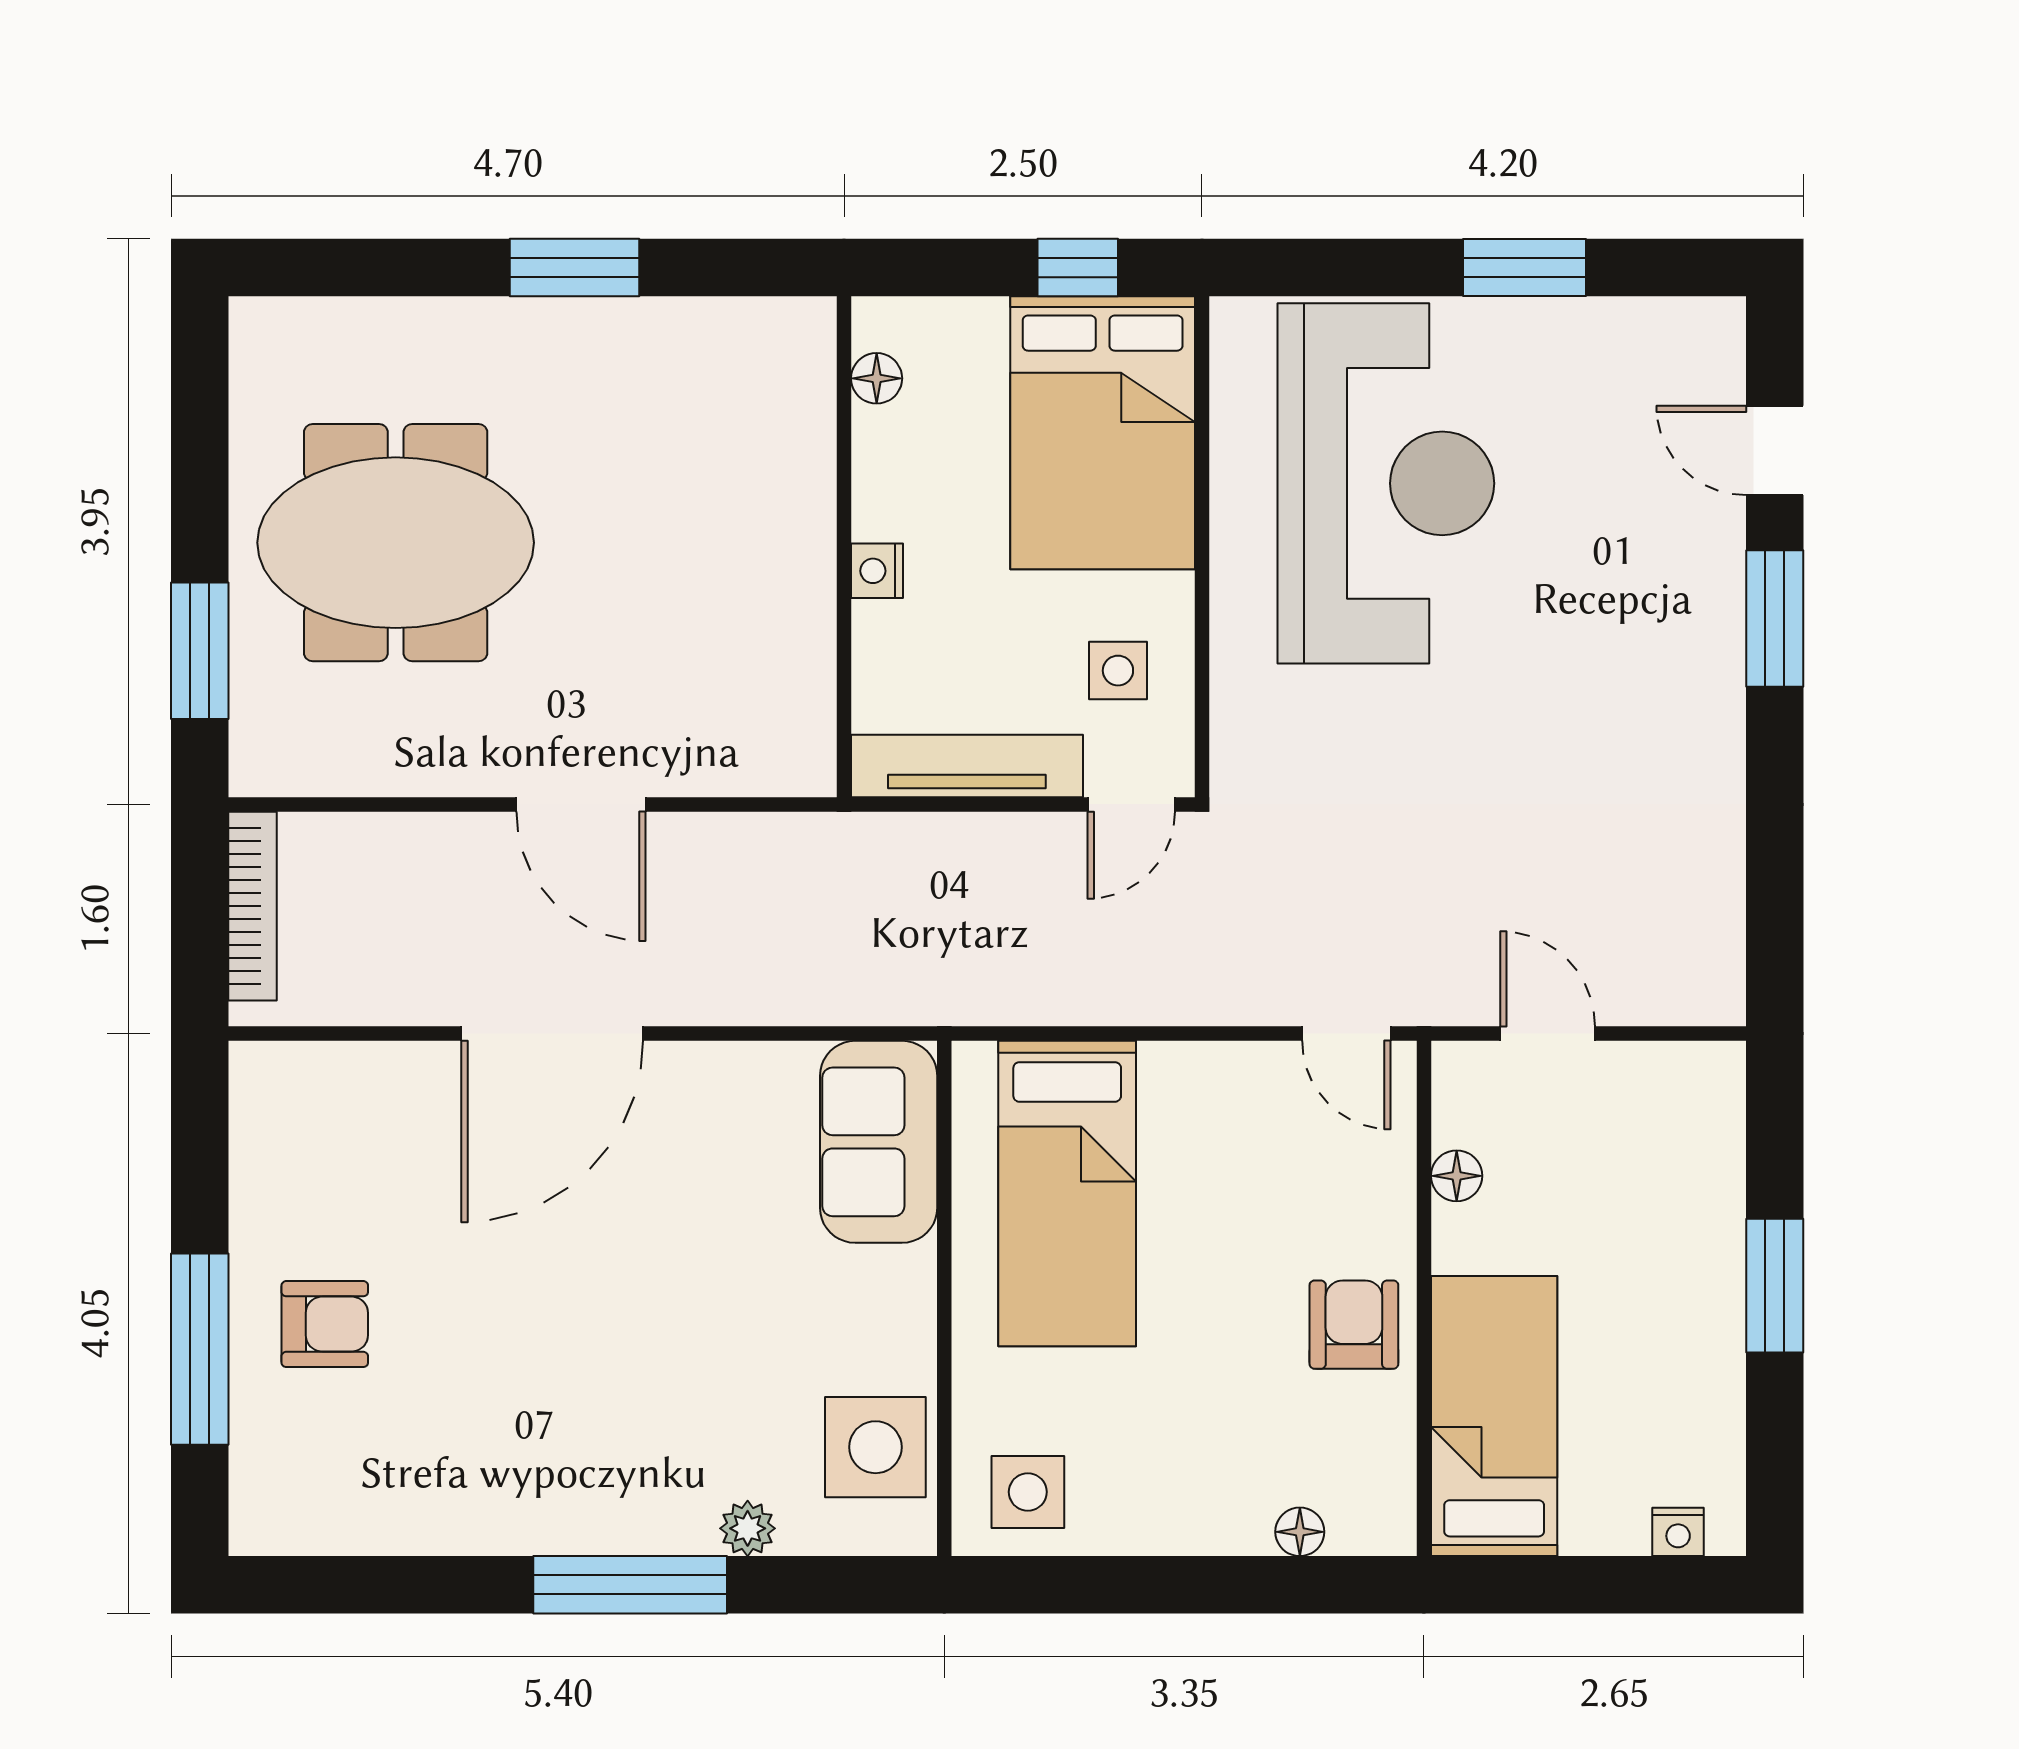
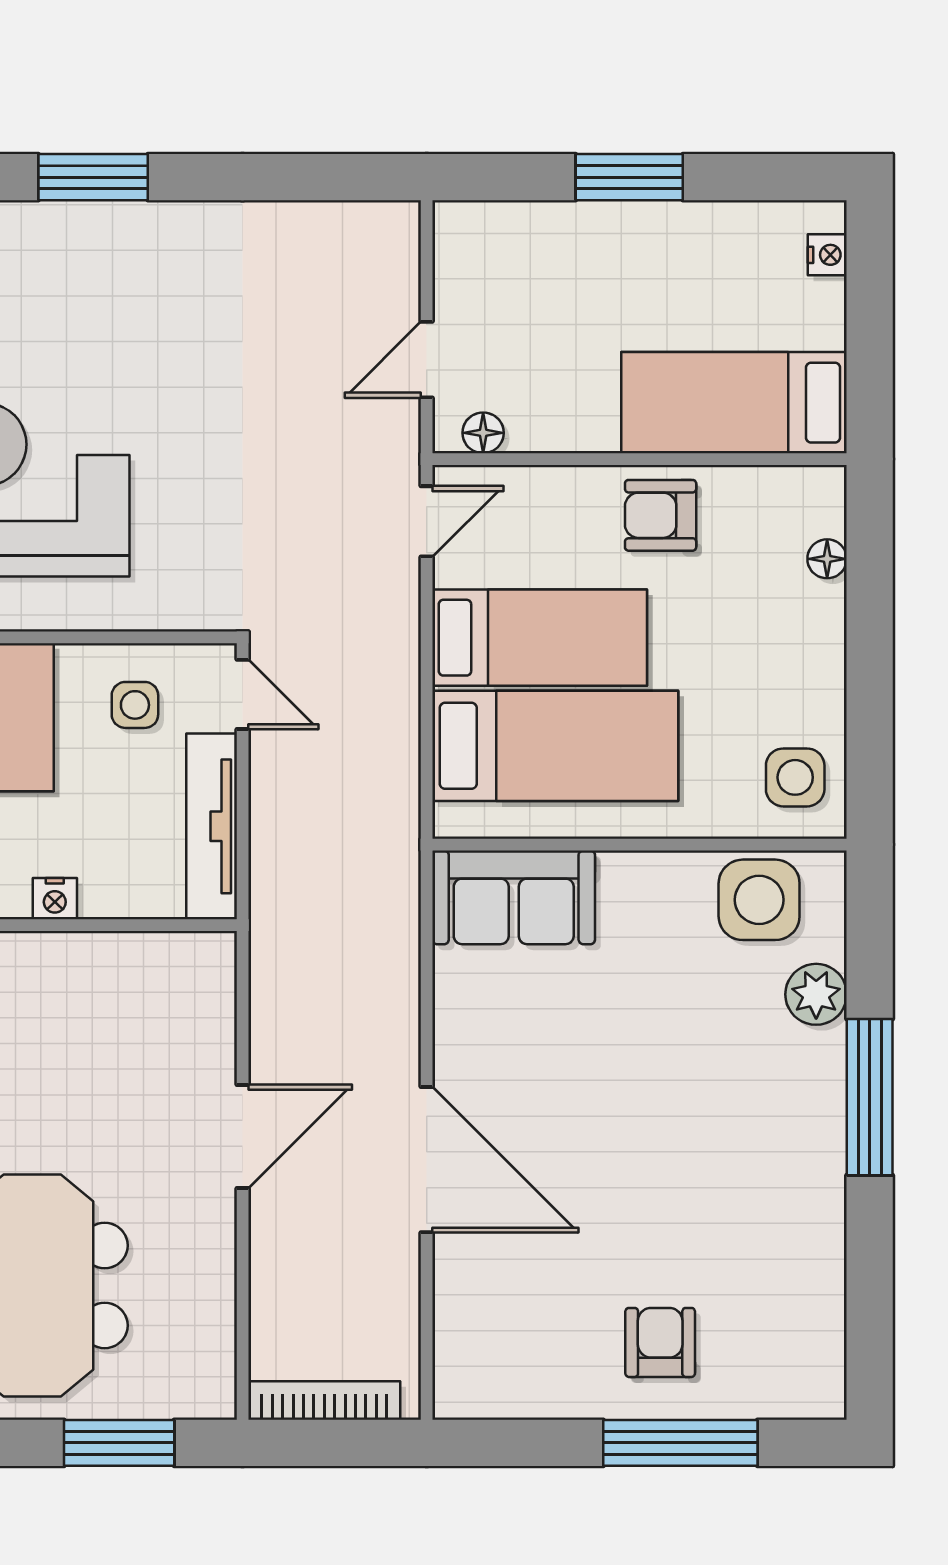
bed: (1202, 1174) -> (540, 638), added
floor lamp: (1457, 1176) -> (483, 433), moved
plant: (748, 1528) -> (816, 994), width x1.38, depth x1.38

